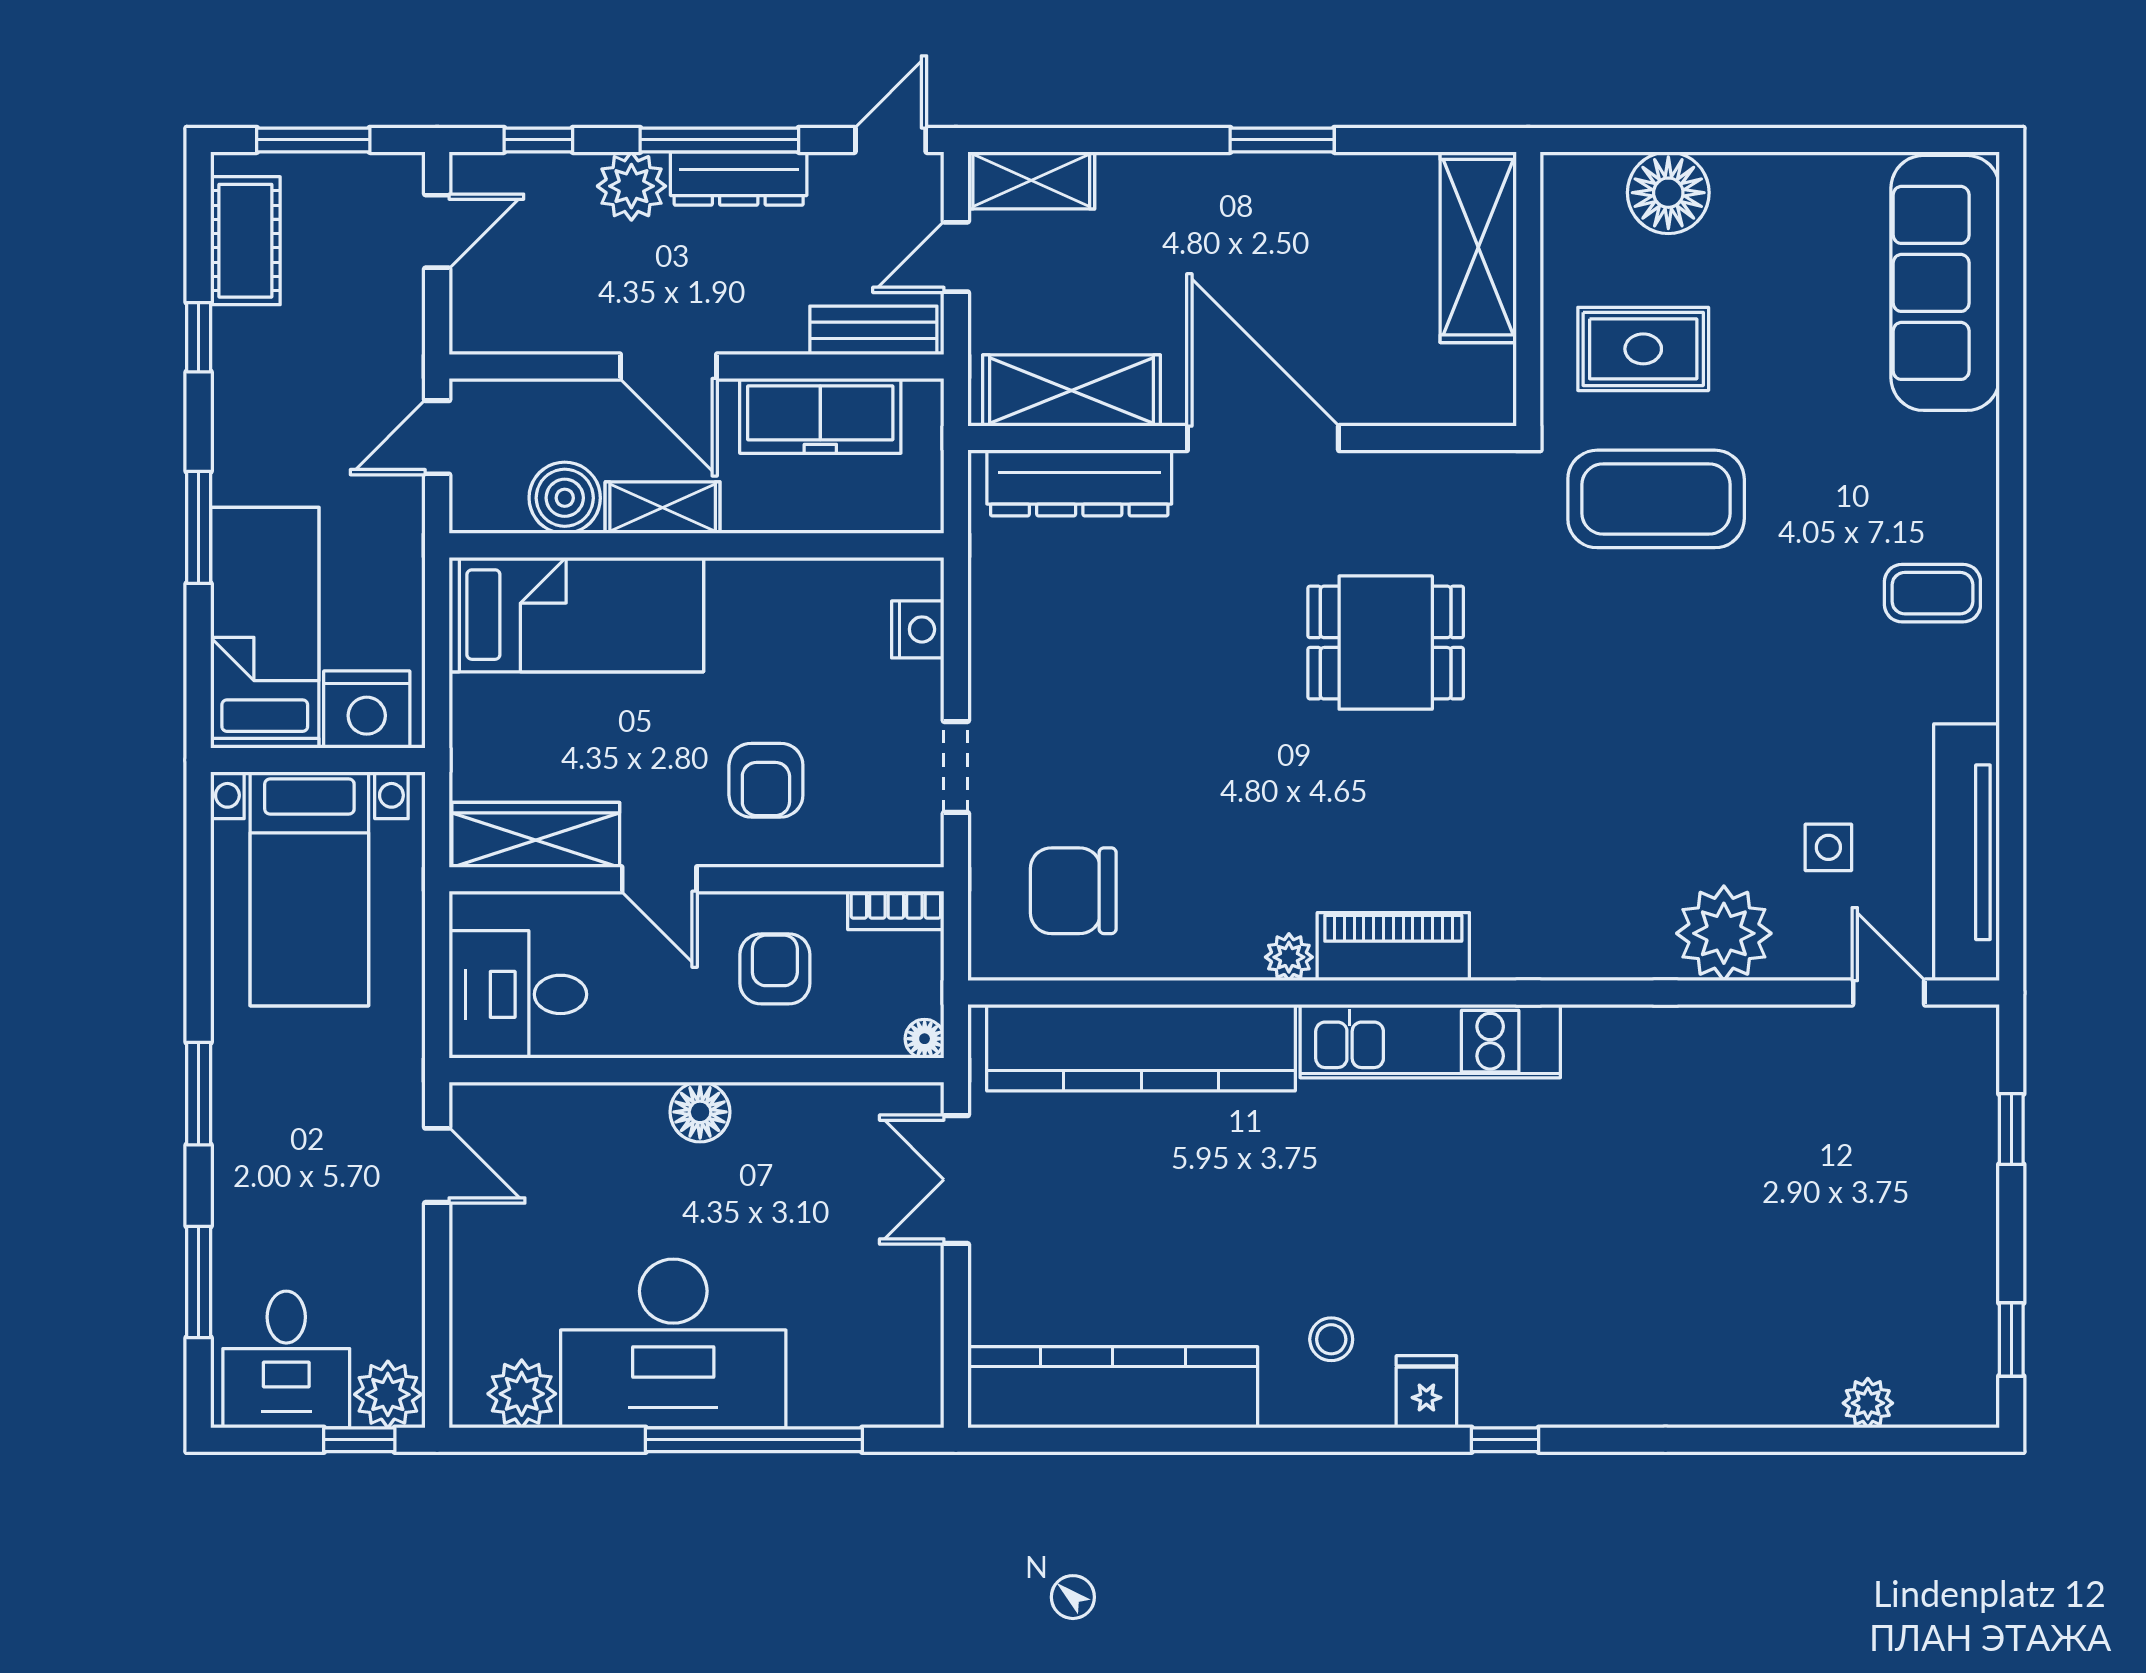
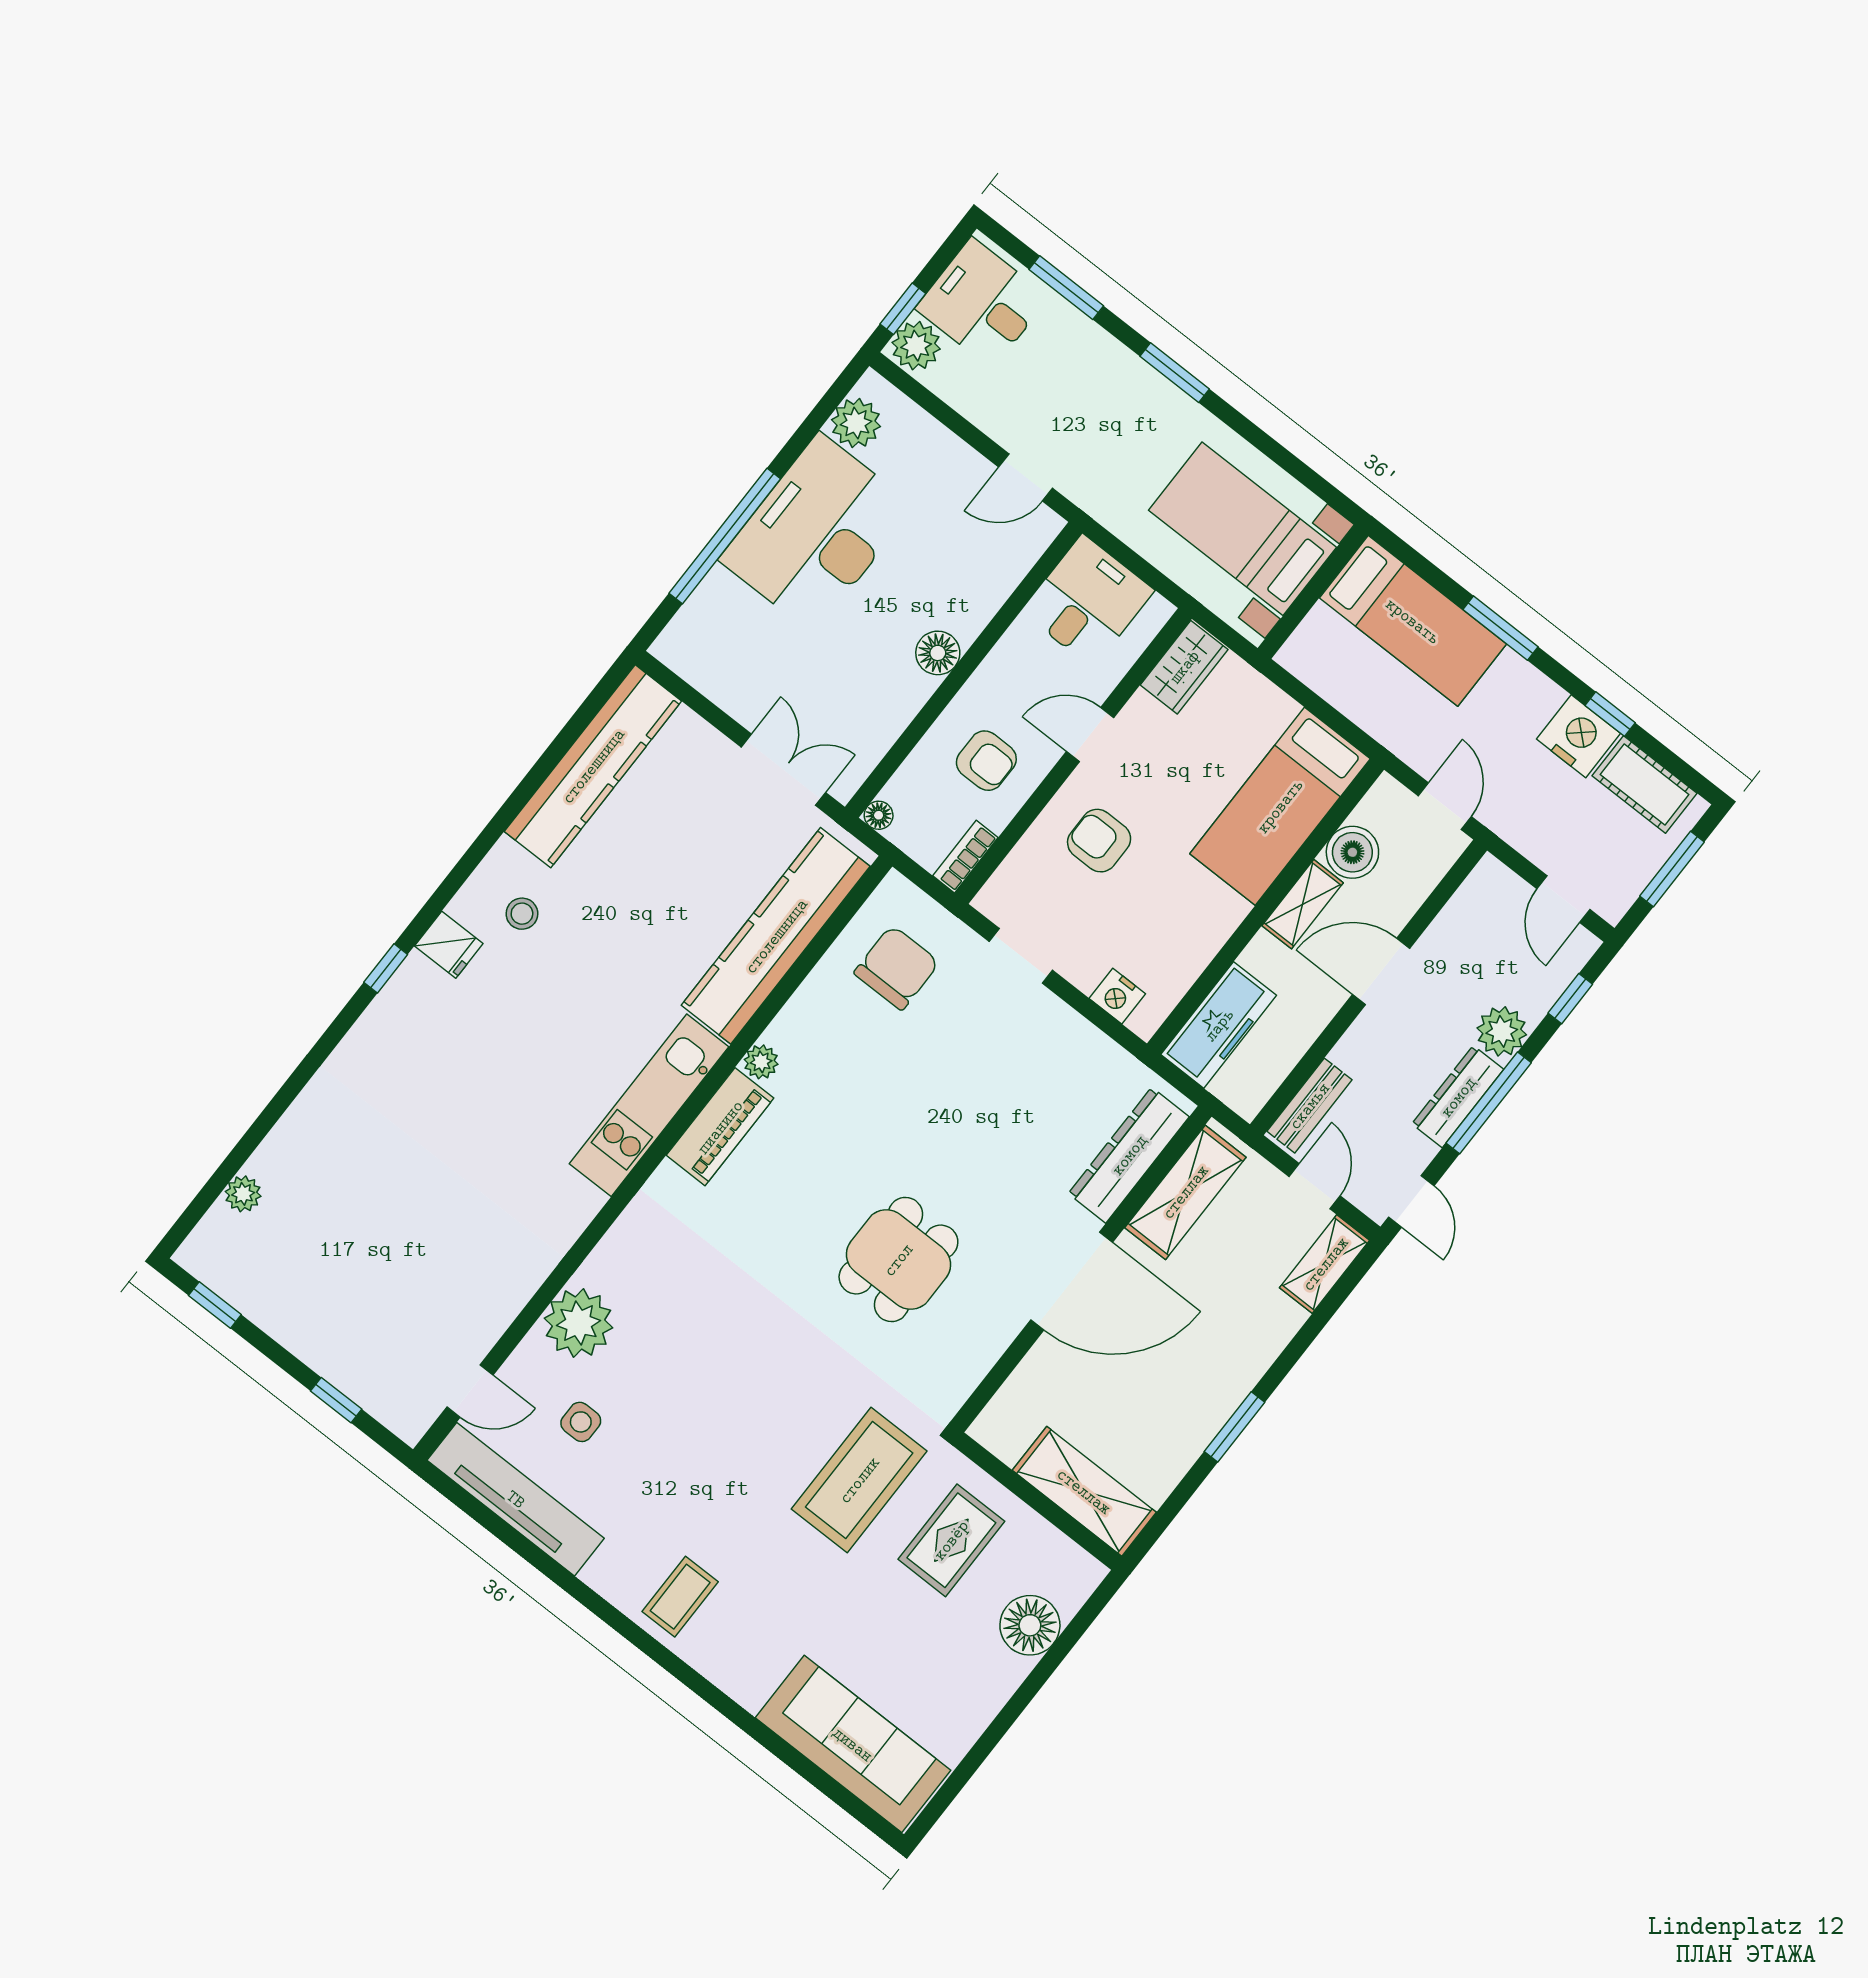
freezer: (820, 416) -> (1219, 1025), moved, turned 180
nightstand: (367, 709) -> (1578, 736), moved, turned 90
wardrobe: (536, 835) -> (1184, 667), width x0.67

